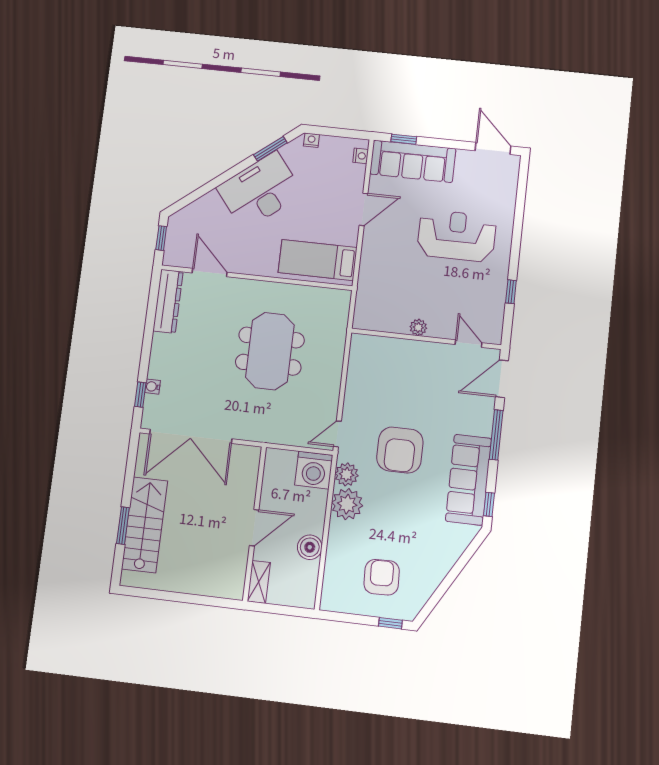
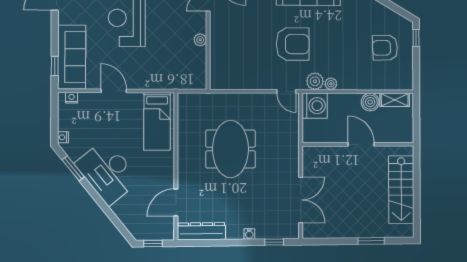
meeting table: (270, 351) -> (231, 149), turned 90
water cooler: (153, 387) -> (249, 234), moved
double door: (191, 436) -> (301, 200), width x0.73
plant: (347, 504) -> (331, 84), width x0.53, depth x0.53
stairs: (144, 525) -> (401, 190), moved, turned -90
shelving: (259, 582) -> (395, 100), moved

